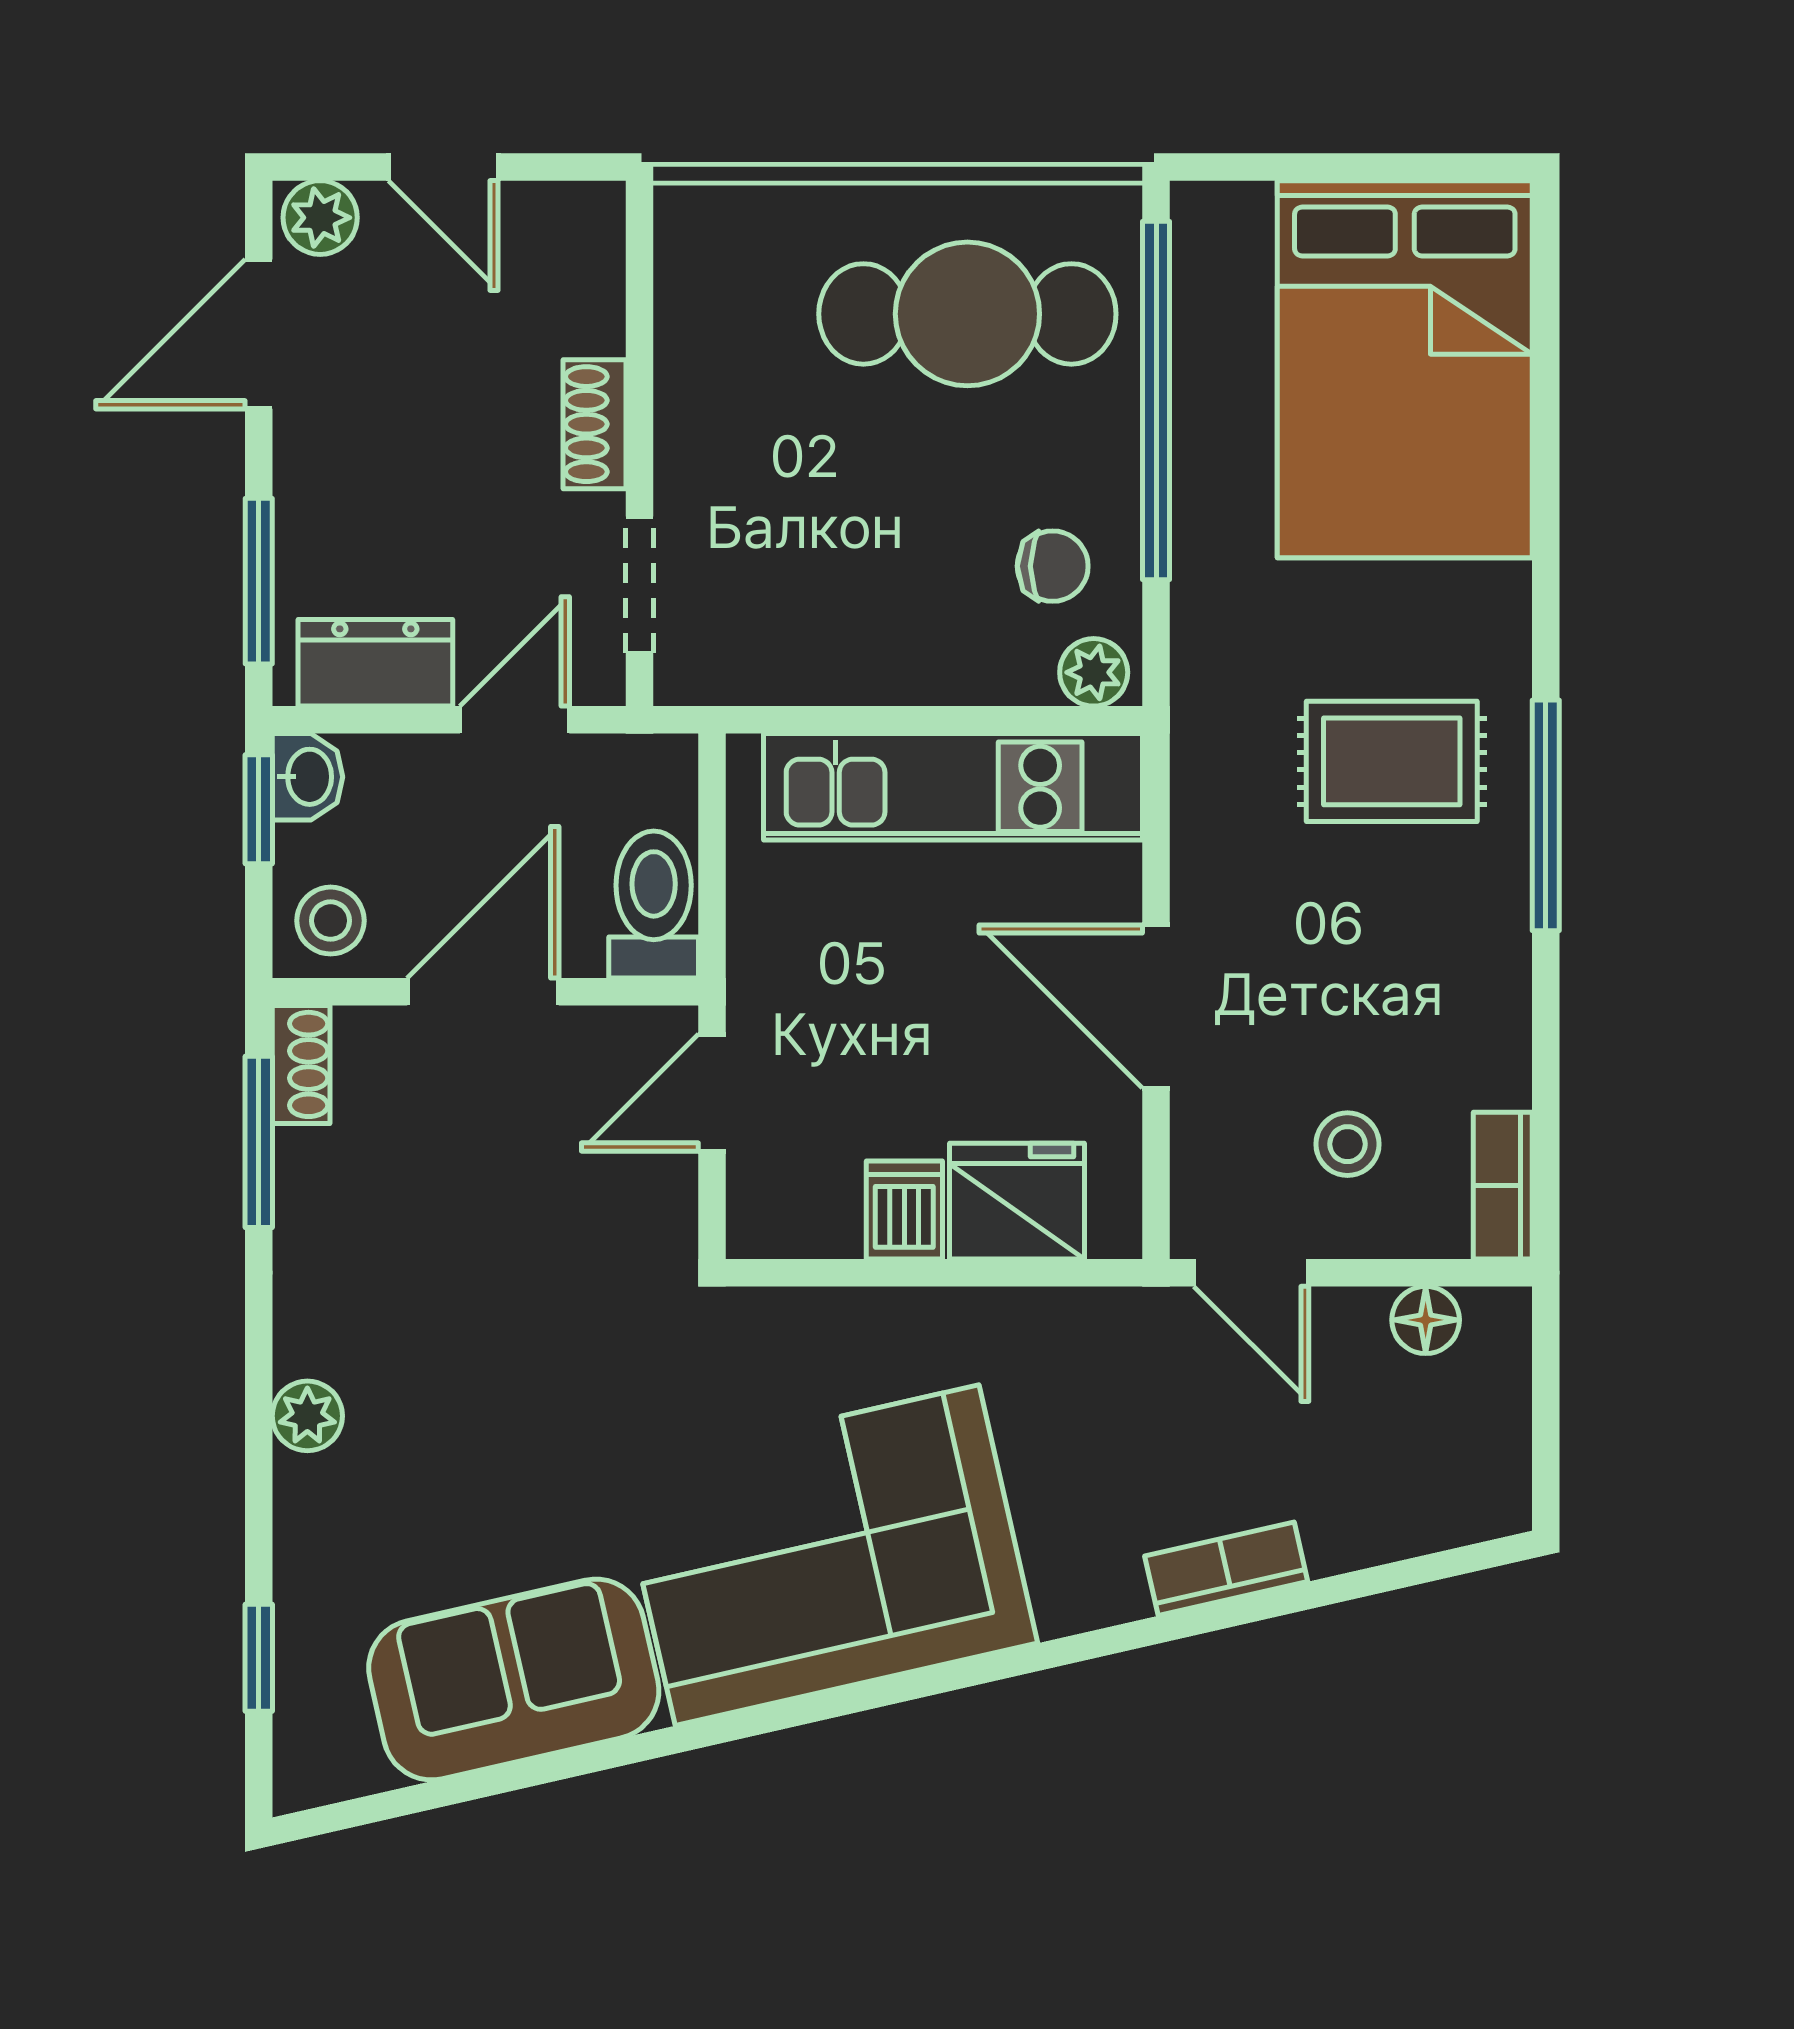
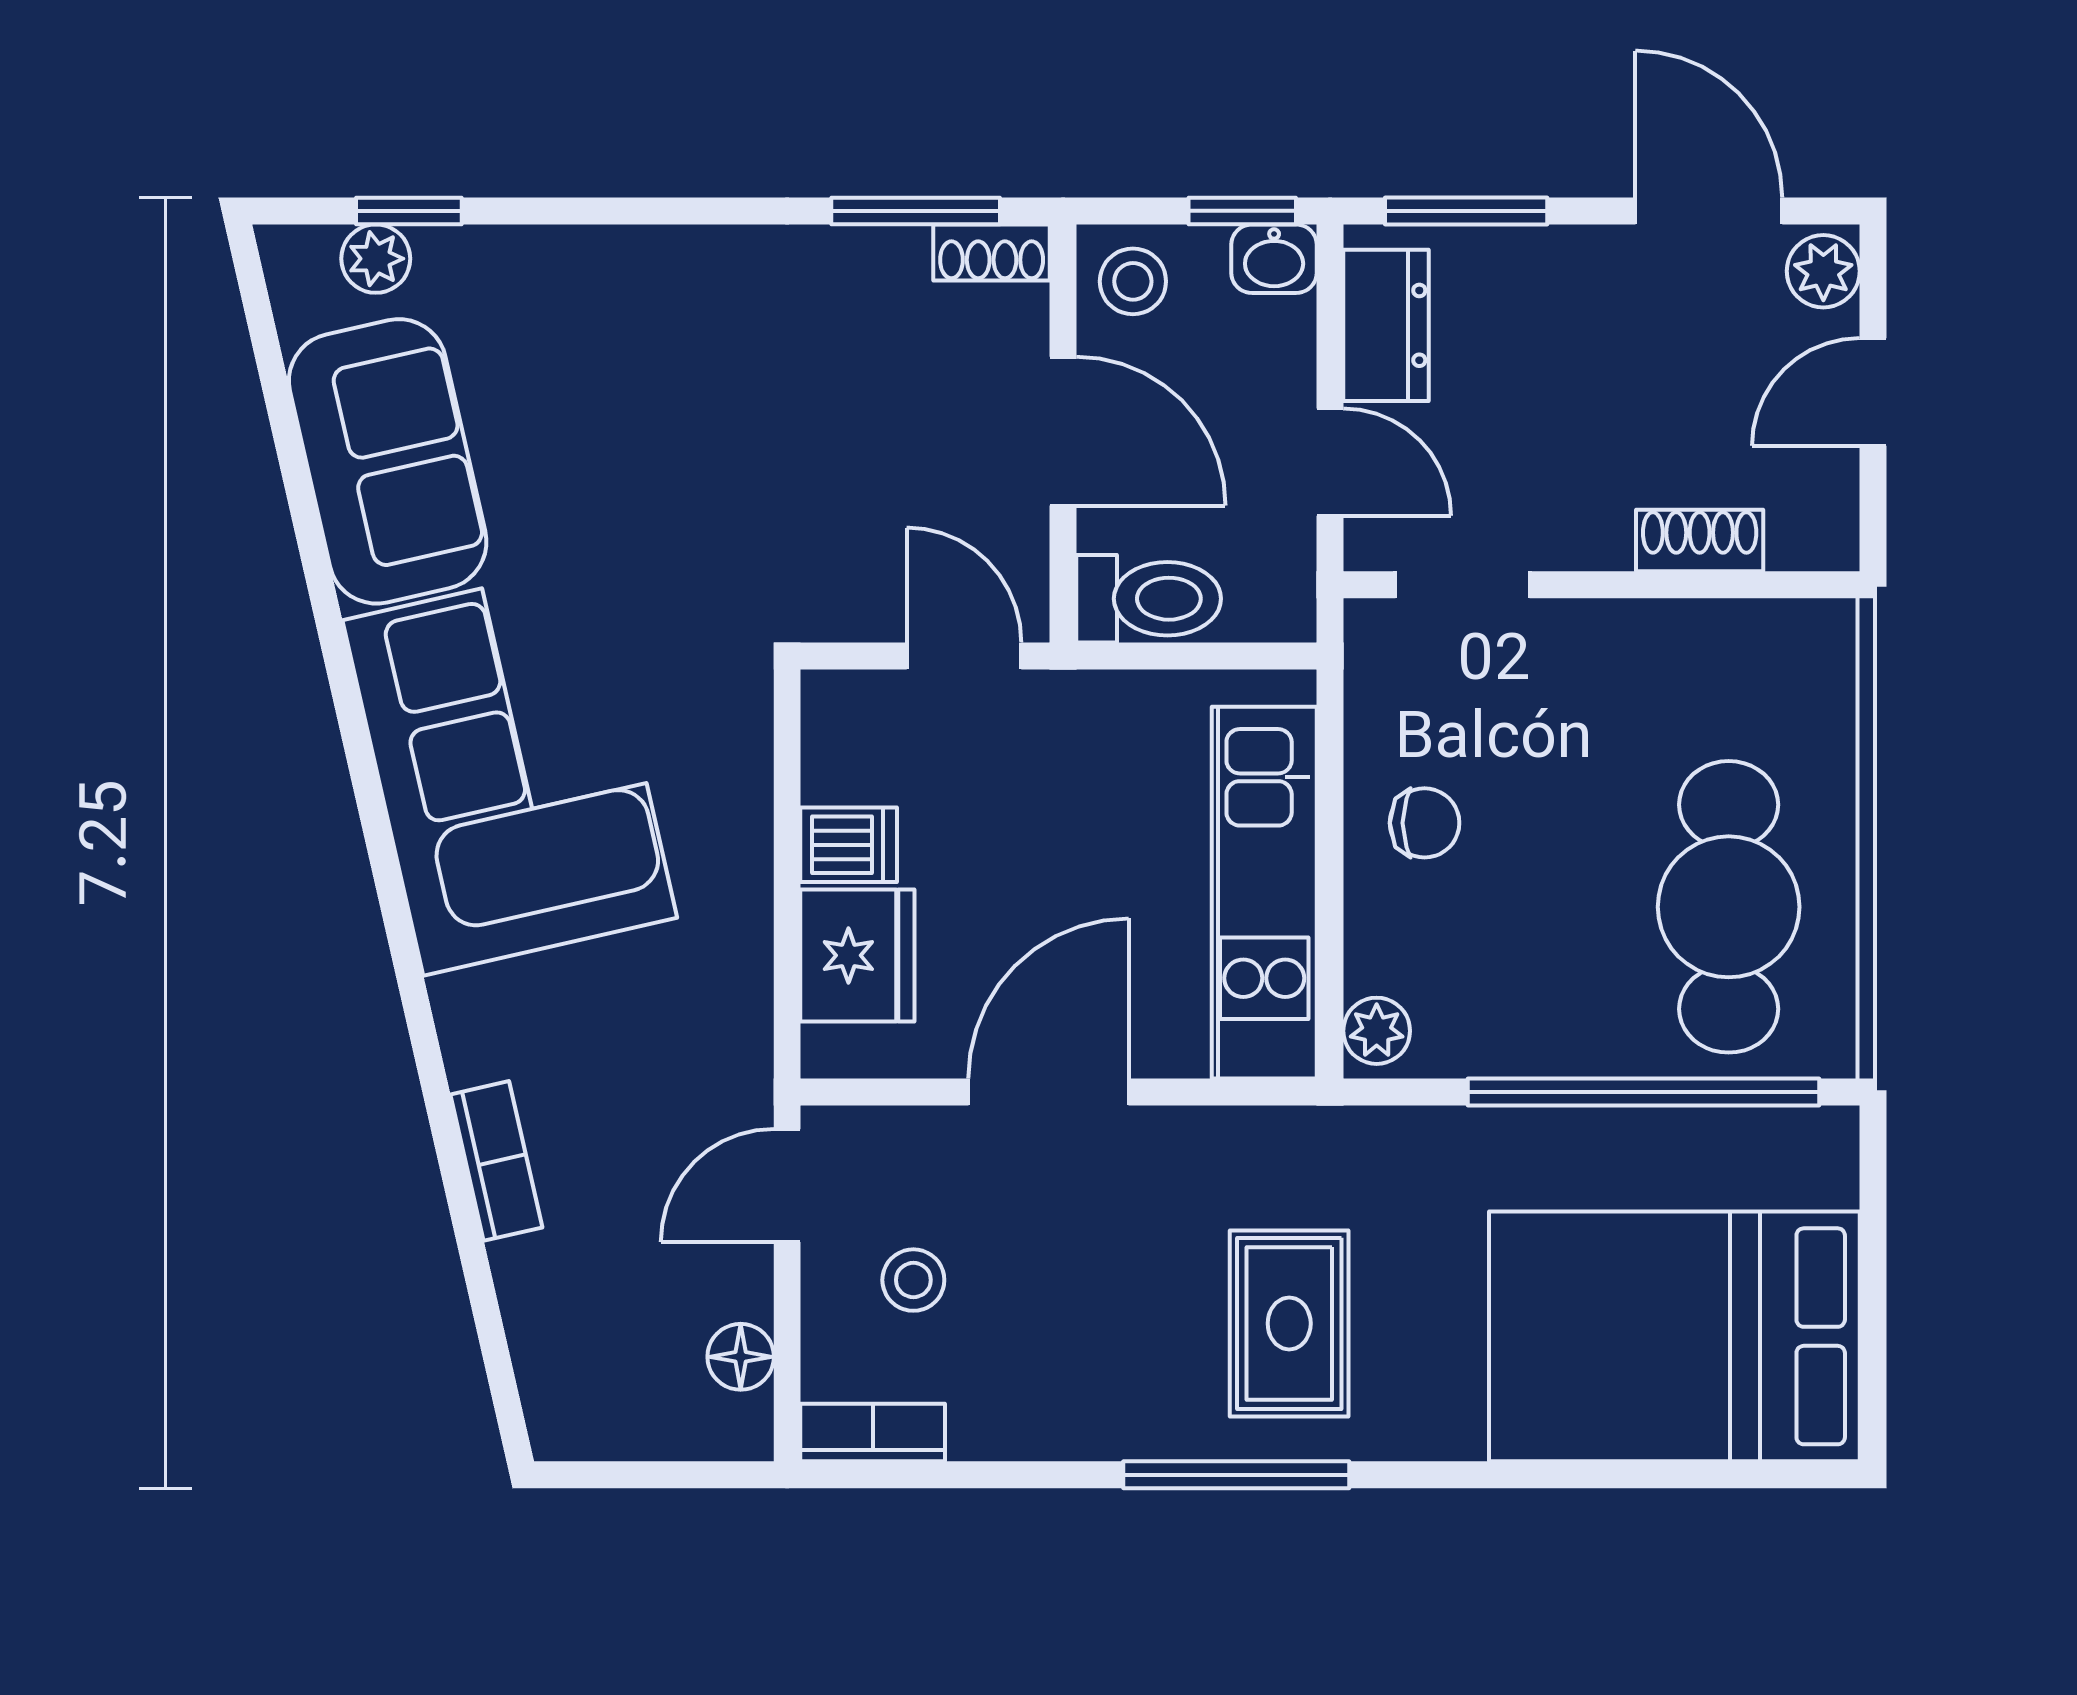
shoe rack: (594, 424) -> (1700, 541), moved
chair: (1053, 566) -> (1425, 823), moved, turned -90
plant: (307, 1416) -> (376, 259), moved

